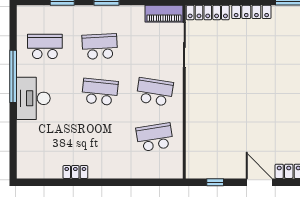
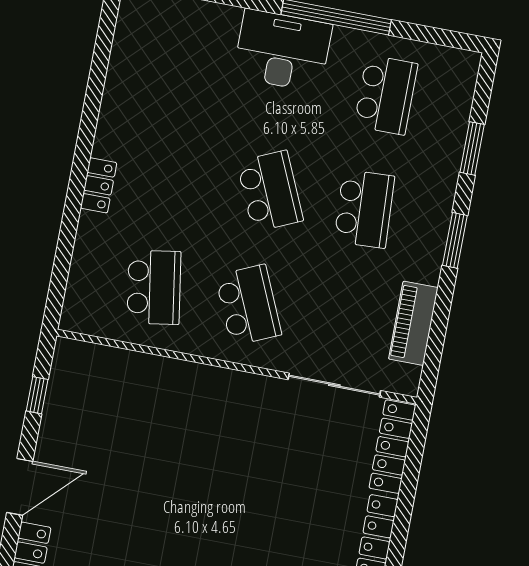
piano: (164, 14) -> (413, 323), moved
school desk: (100, 92) -> (270, 191), turned -30
school desk: (155, 92) -> (248, 305), turned -33
locker: (75, 172) -> (99, 185), moved

